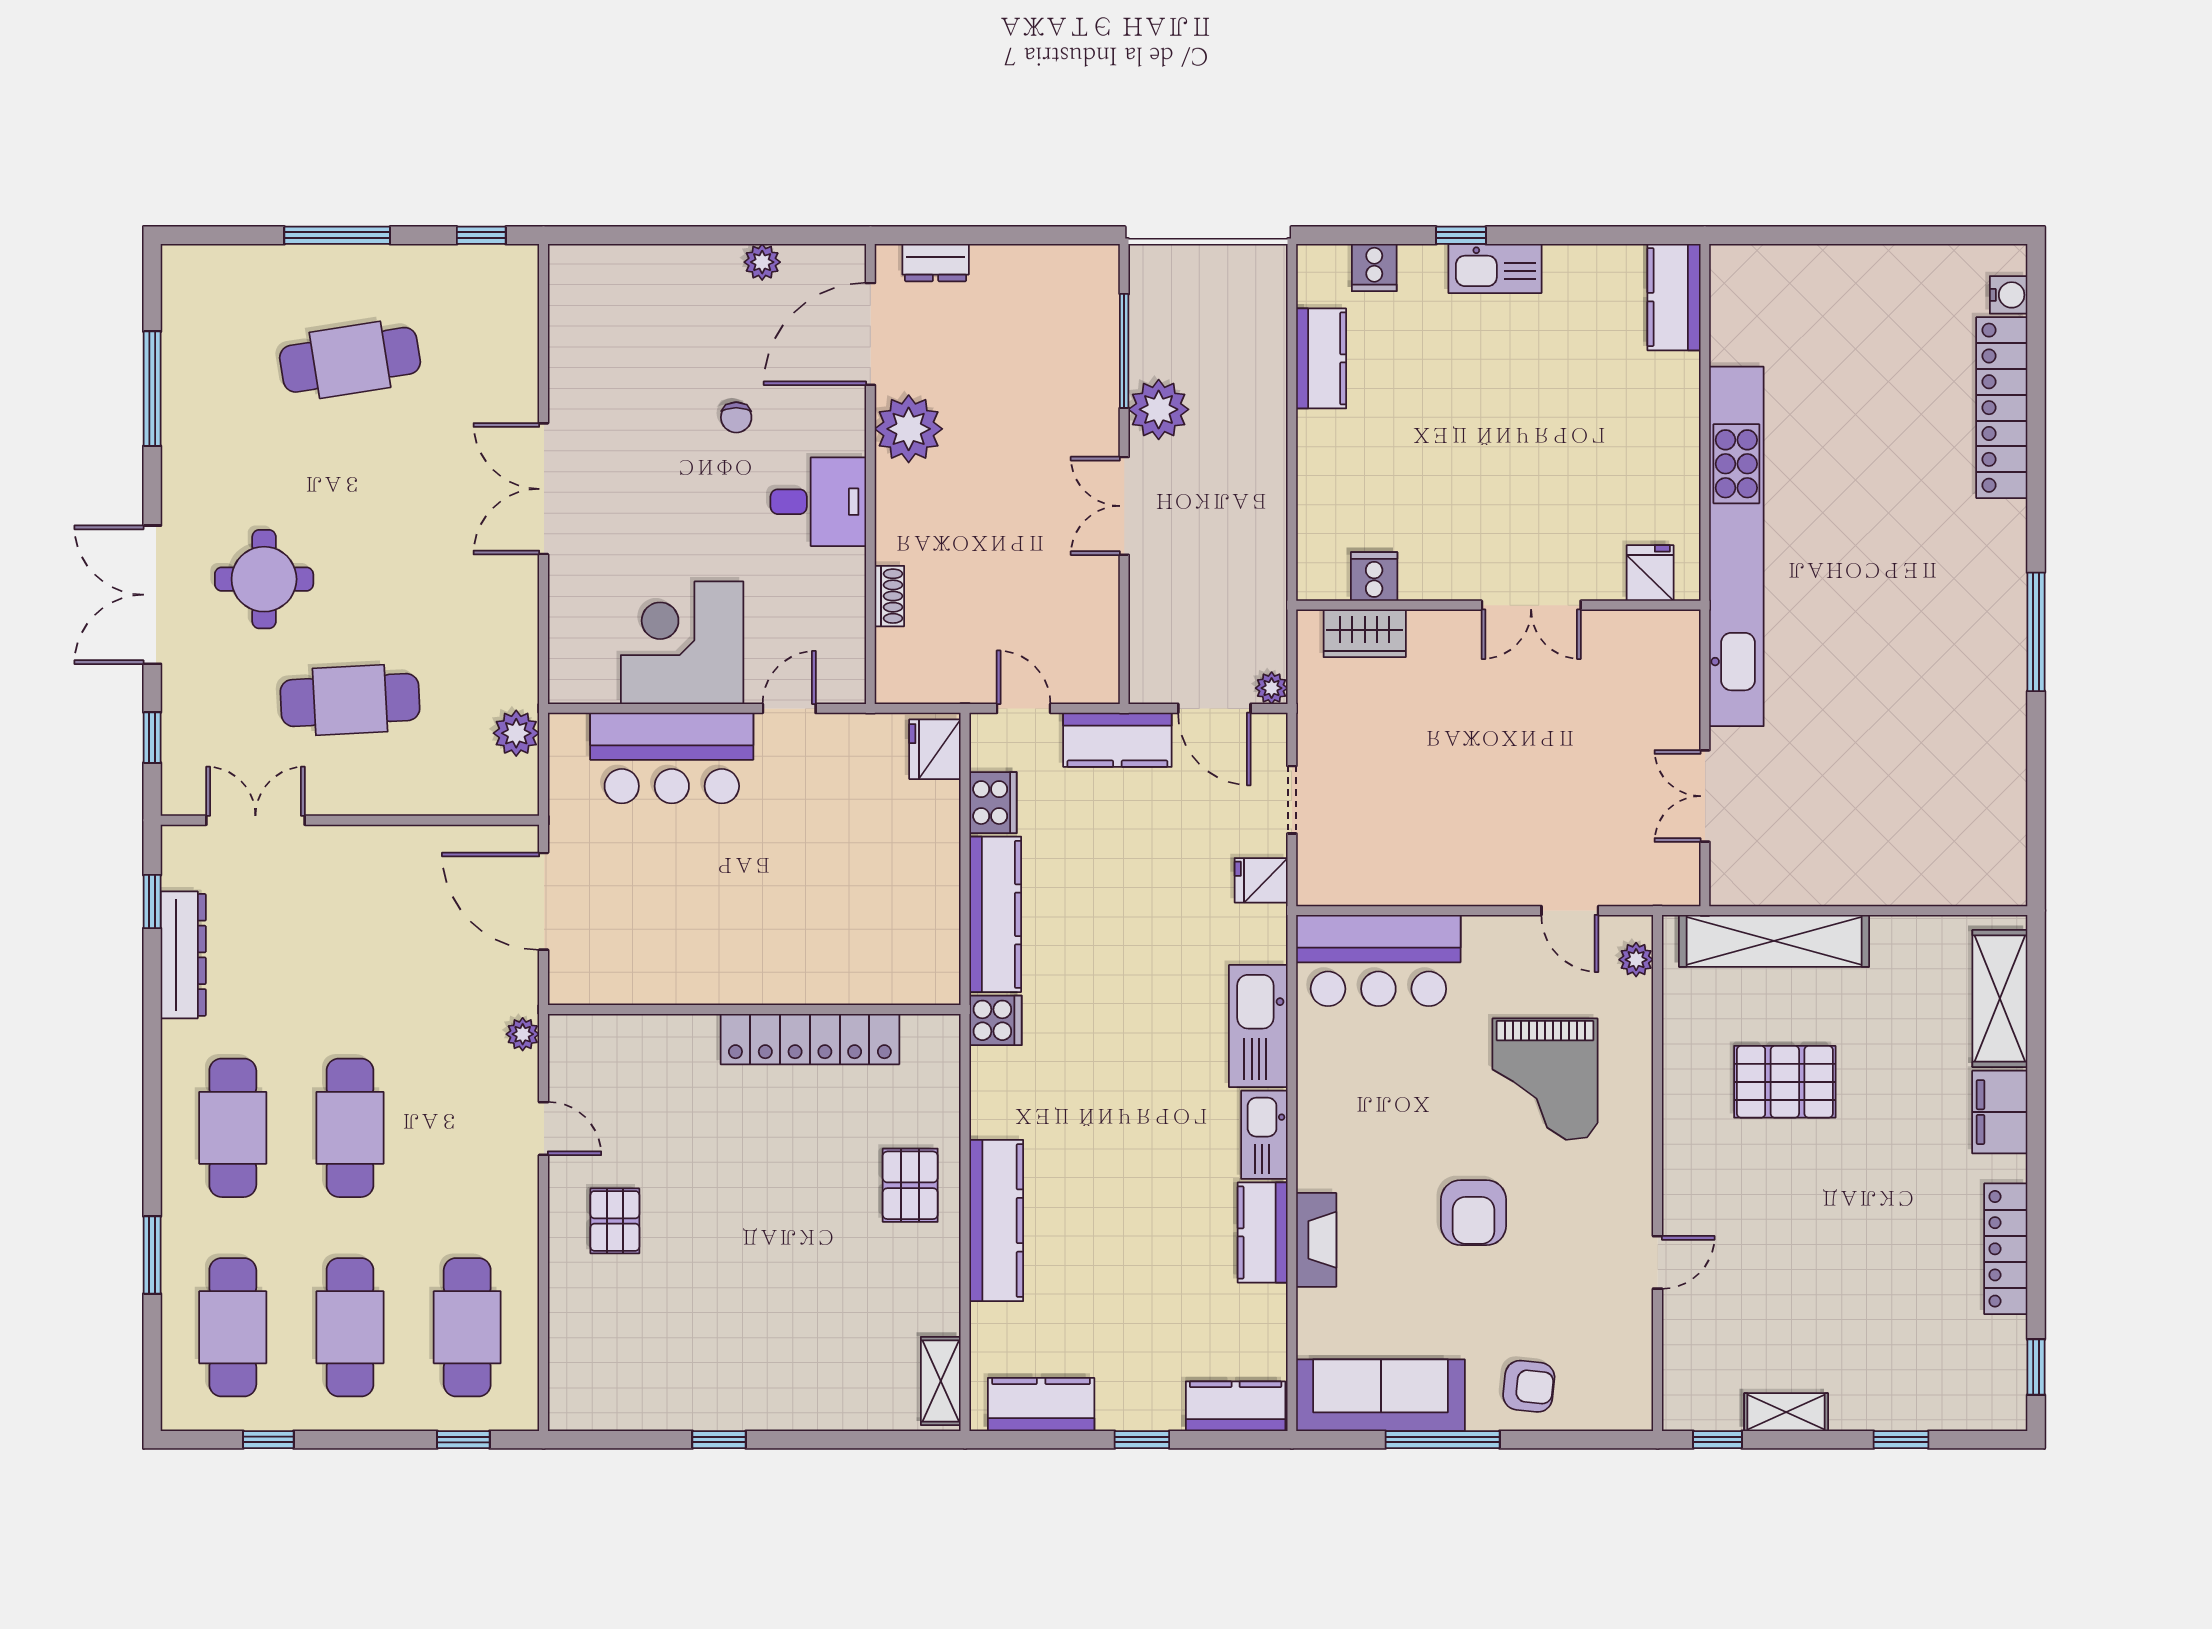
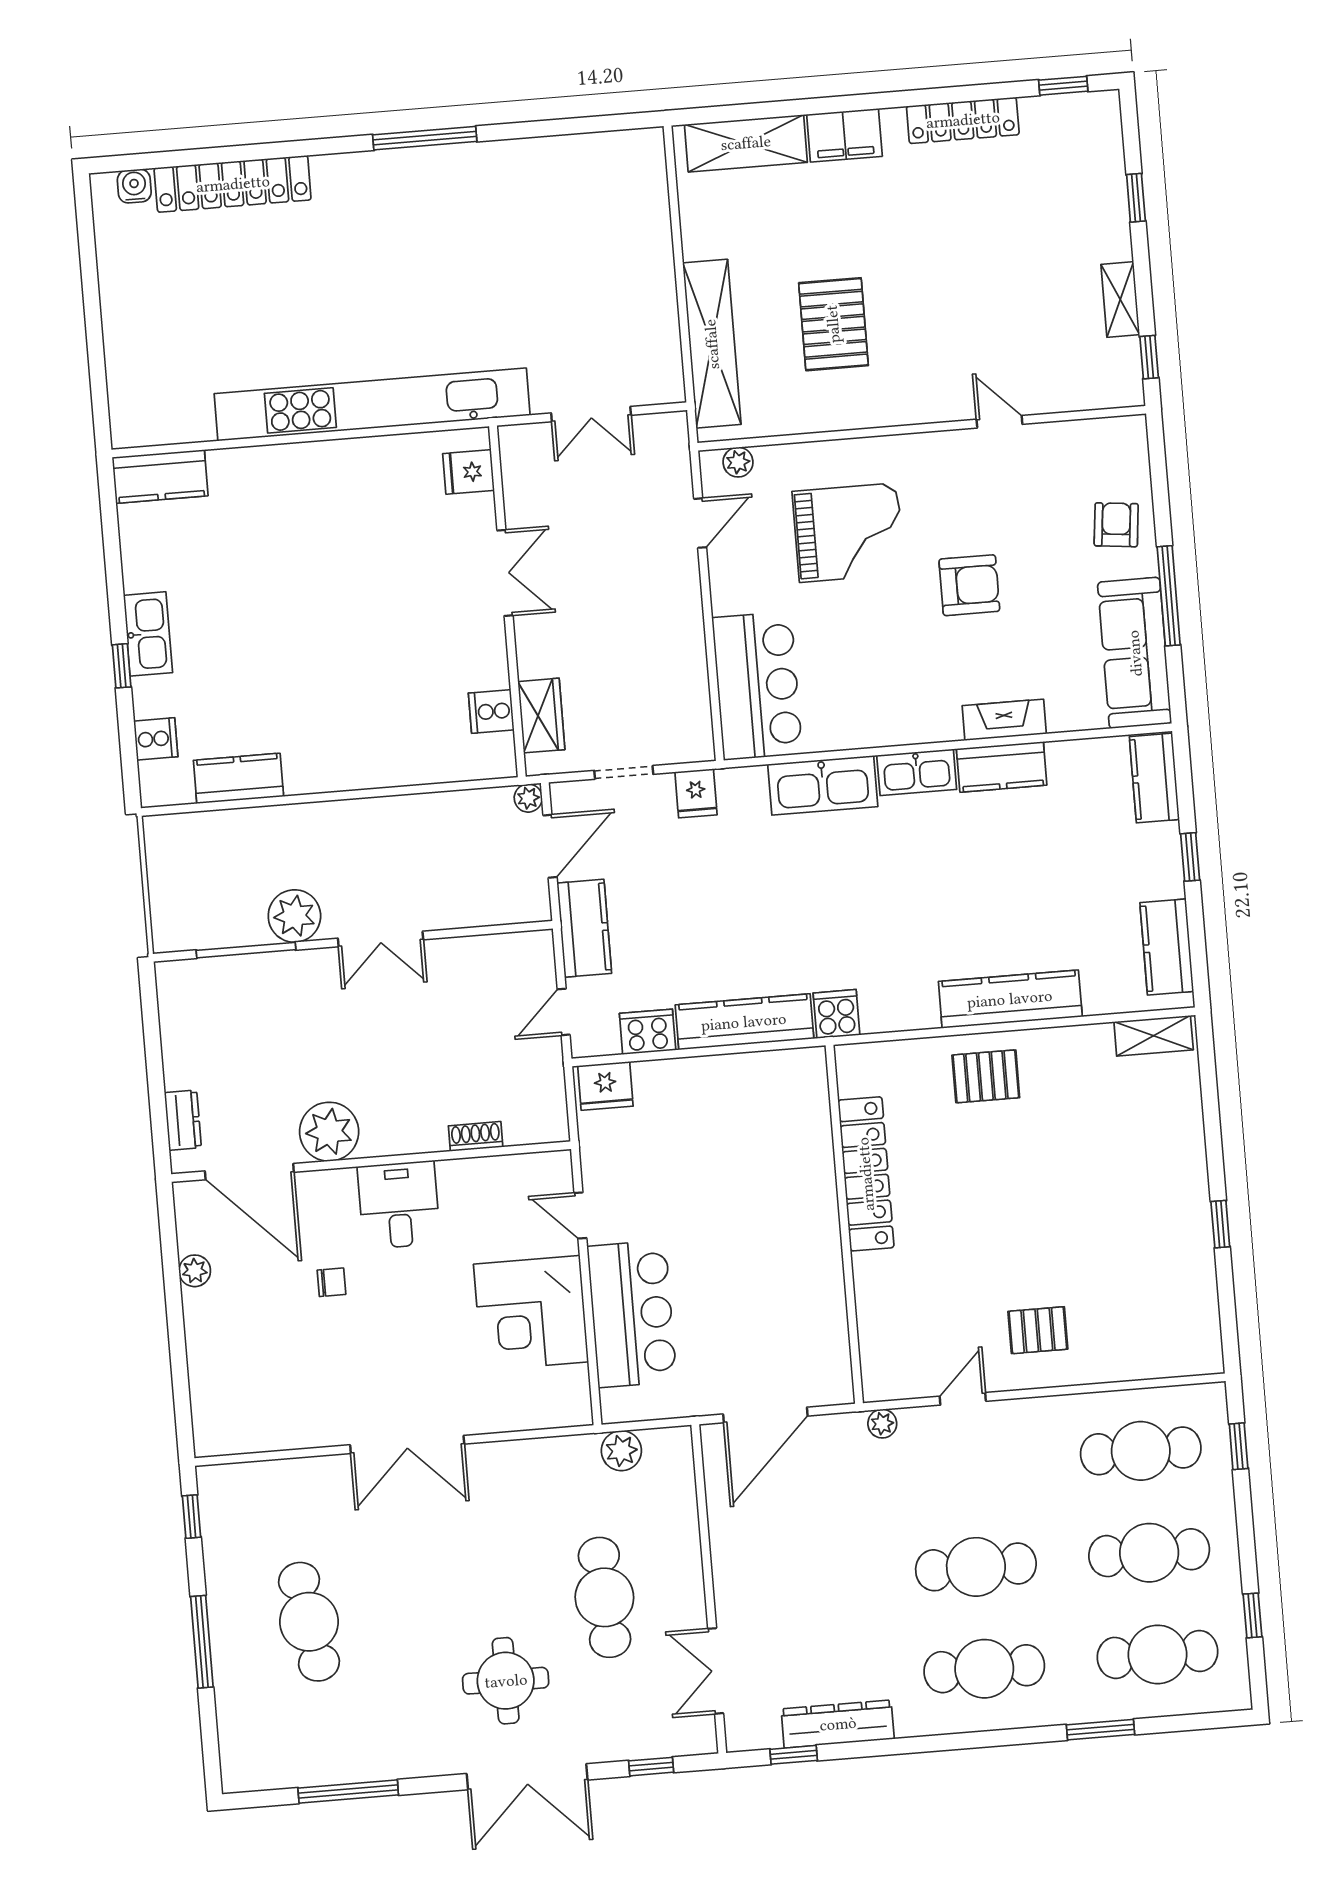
fridge: (1650, 573) -> (469, 472), moved
cooker: (1374, 576) -> (491, 711), moved
wall: (1498, 605) -> (507, 601), moved
double door: (1531, 605) -> (505, 573), moved
wardrobe: (1365, 633) -> (541, 716), moved

